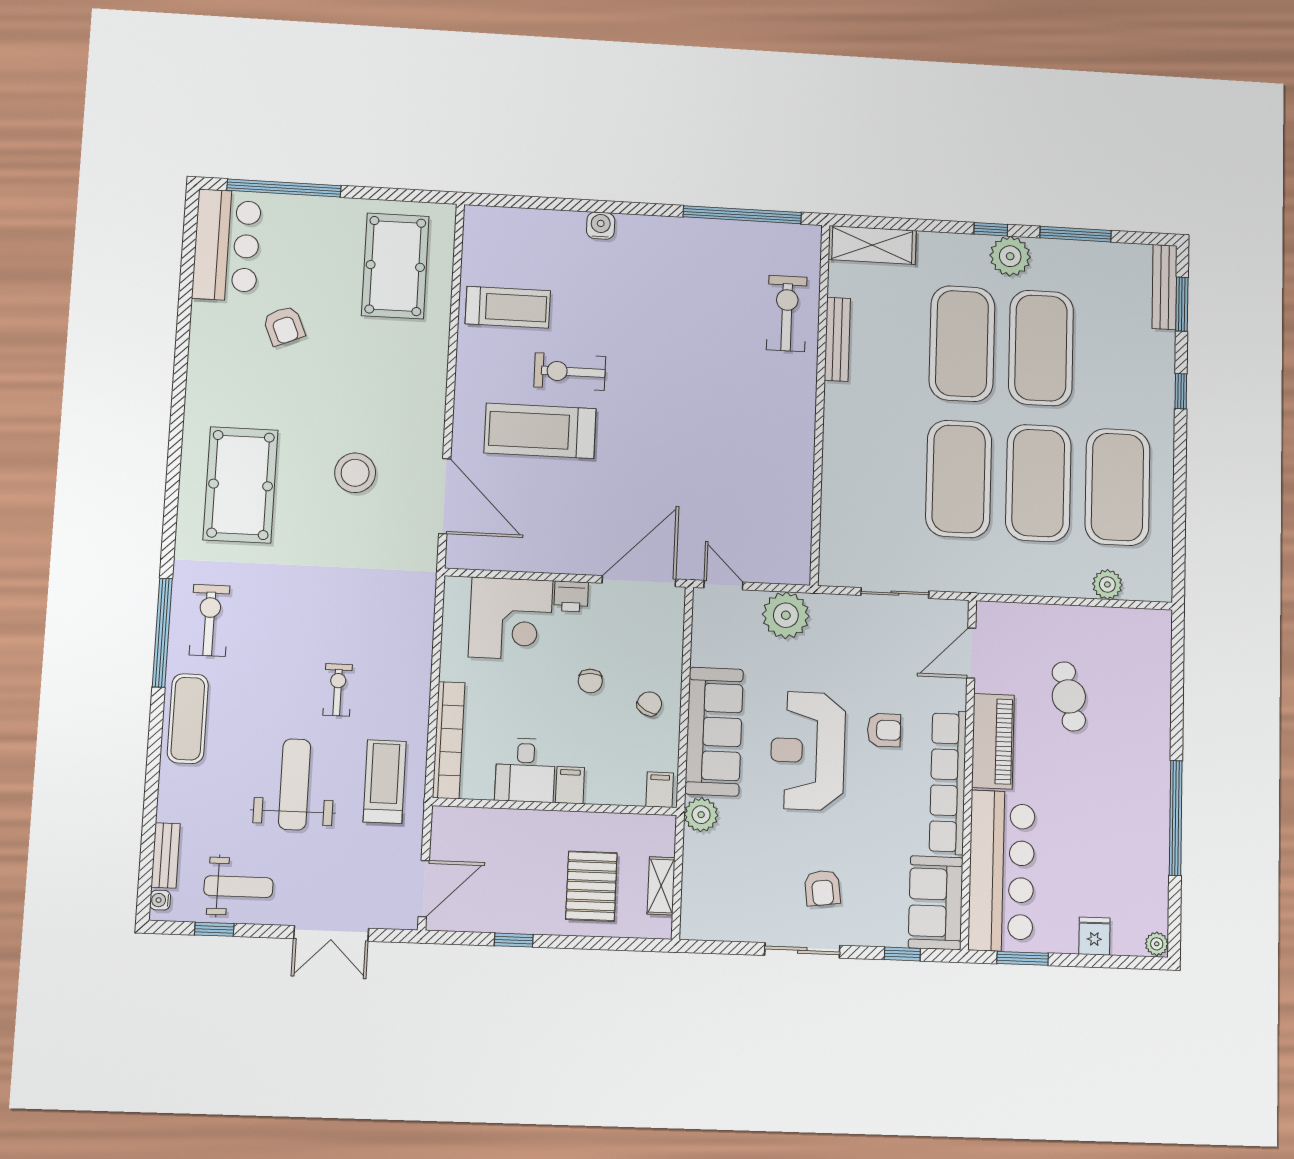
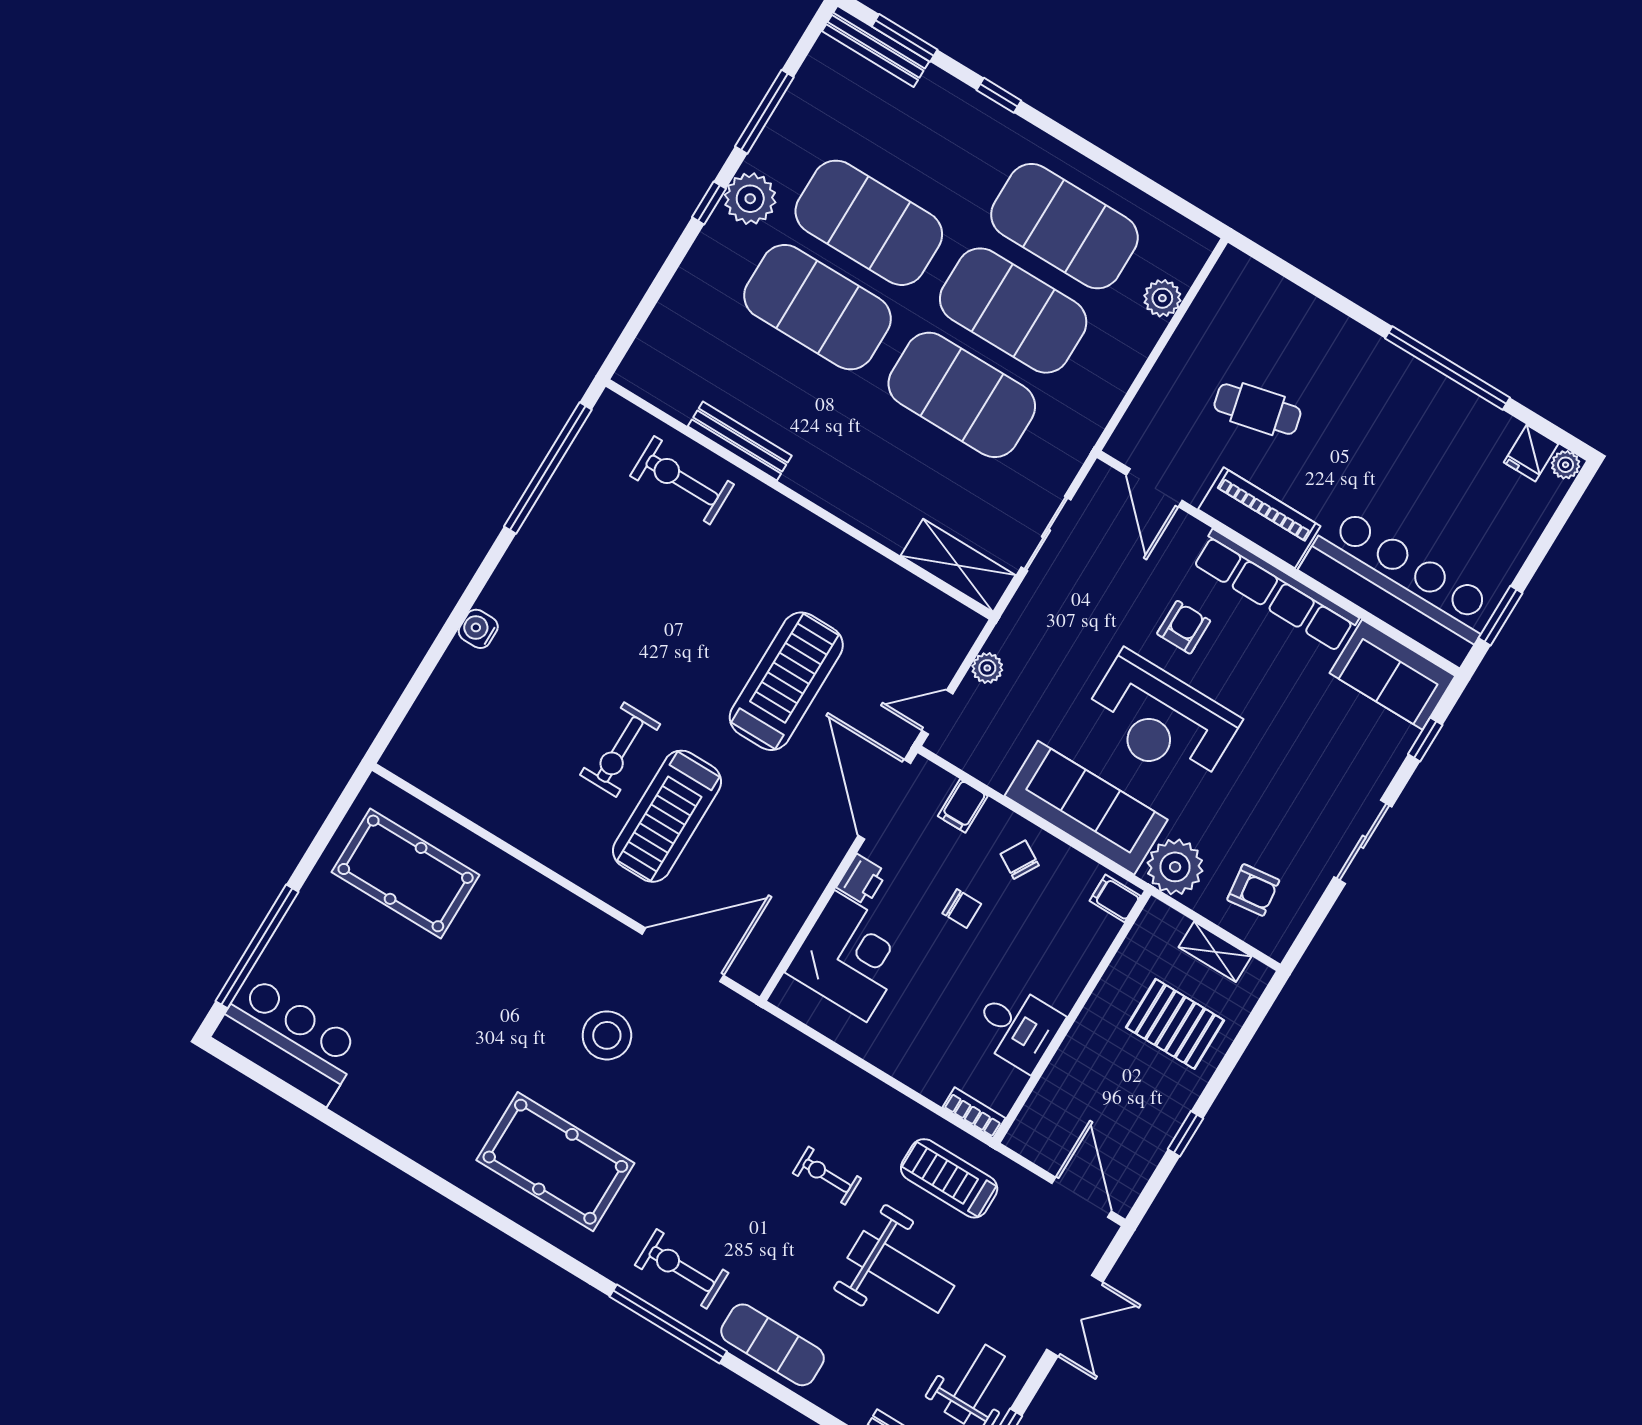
shelving: (872, 245) -> (958, 565), moved, turned 90
treadmill: (508, 307) -> (786, 681), moved, width x1.37, depth x1.38
armchair: (284, 326) -> (408, 1026), removed
plant: (786, 615) -> (987, 668), width x0.53, depth x0.53
bookcase: (449, 740) -> (974, 1113), width x0.43, depth x0.76
weight bench: (295, 784) -> (901, 1272), turned 180
filing cabinet: (570, 785) -> (963, 806), moved, turned -90
plant: (701, 815) -> (1175, 867), width x1.36, depth x1.36
armchair: (822, 888) -> (1253, 890), moved
fridge: (1094, 936) -> (1531, 453), moved, turned -90

